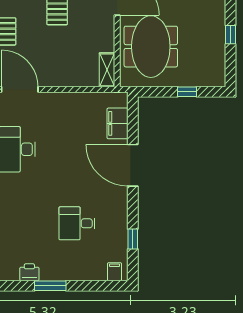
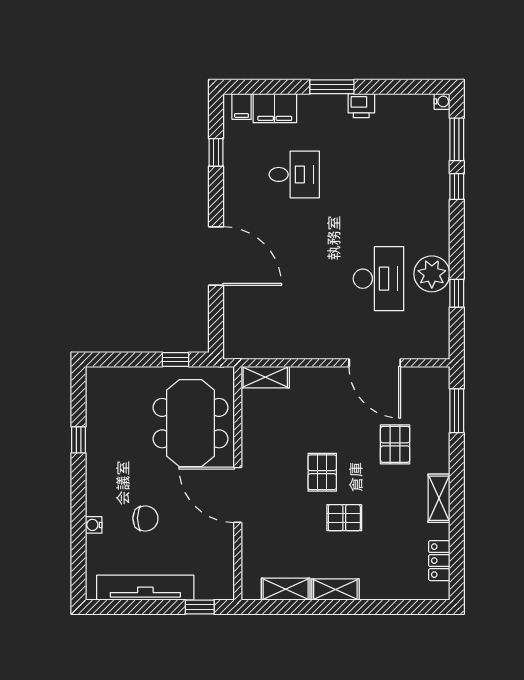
shelving: (107, 70) -> (265, 377), moved, turned 90
window: (187, 92) -> (176, 359), moved
filing cabinet: (117, 123) -> (275, 108), moved, turned 90

